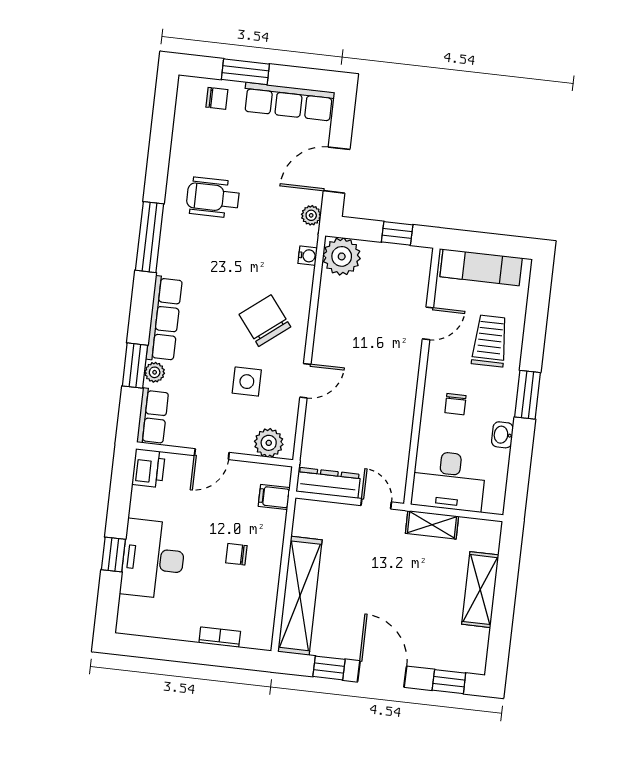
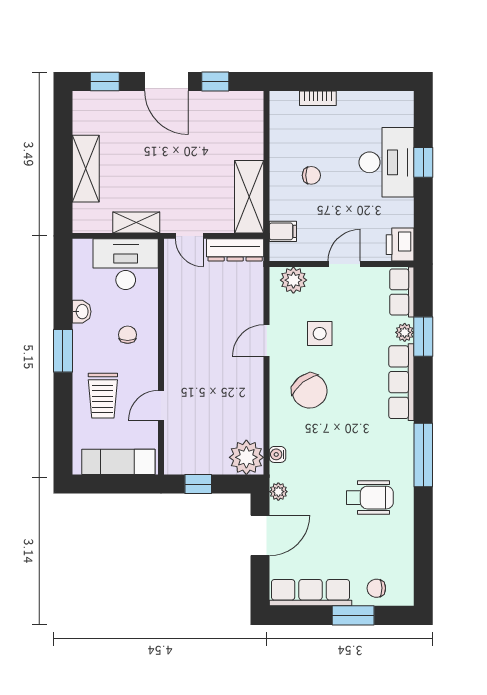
shelving: (300, 596) -> (249, 197), moved, width x0.68

